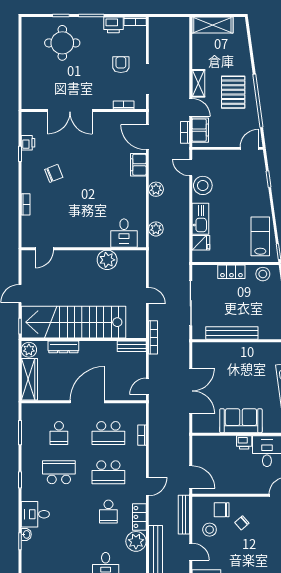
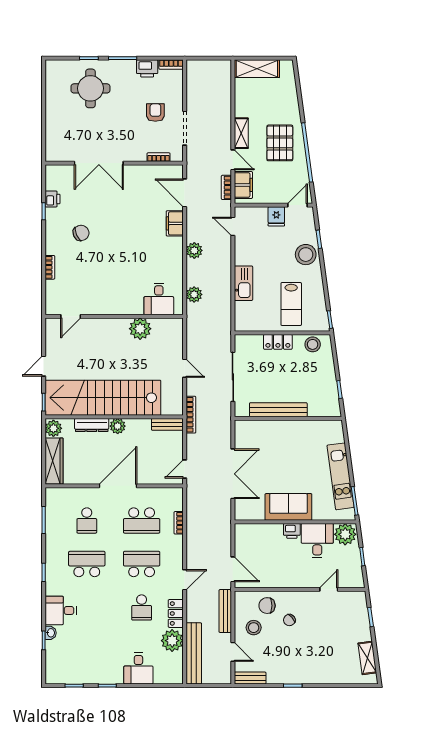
stool: (203, 185) -> (306, 255), moved
lab bench: (260, 236) -> (291, 304), moved, turned 180
fridge: (201, 243) -> (276, 216), moved, turned 90
plant: (87, 348) -> (118, 426), added
school desk: (108, 472) -> (142, 564), turned 180

